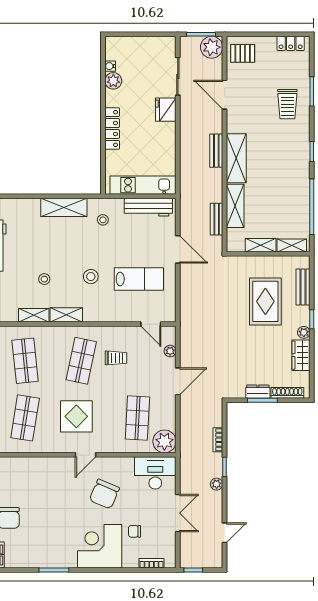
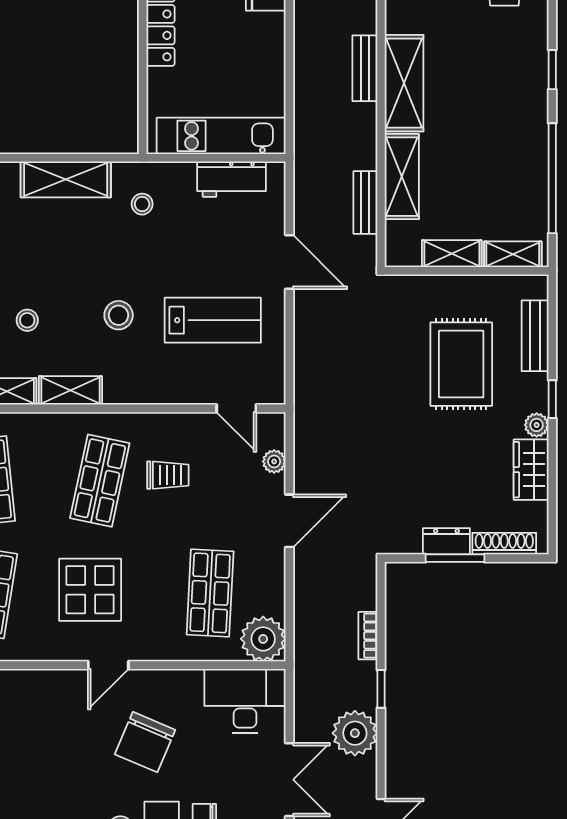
workbench: (148, 207) -> (232, 179), width x0.73
plant: (217, 484) -> (355, 733), width x1.87, depth x1.87

